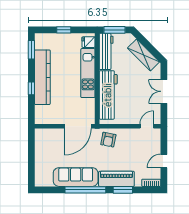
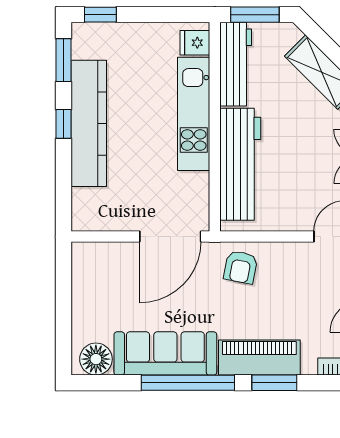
window: (64, 30) -> (100, 15), moved
window: (31, 88) -> (63, 124), moved
floor lamp: (45, 180) -> (96, 359), added

